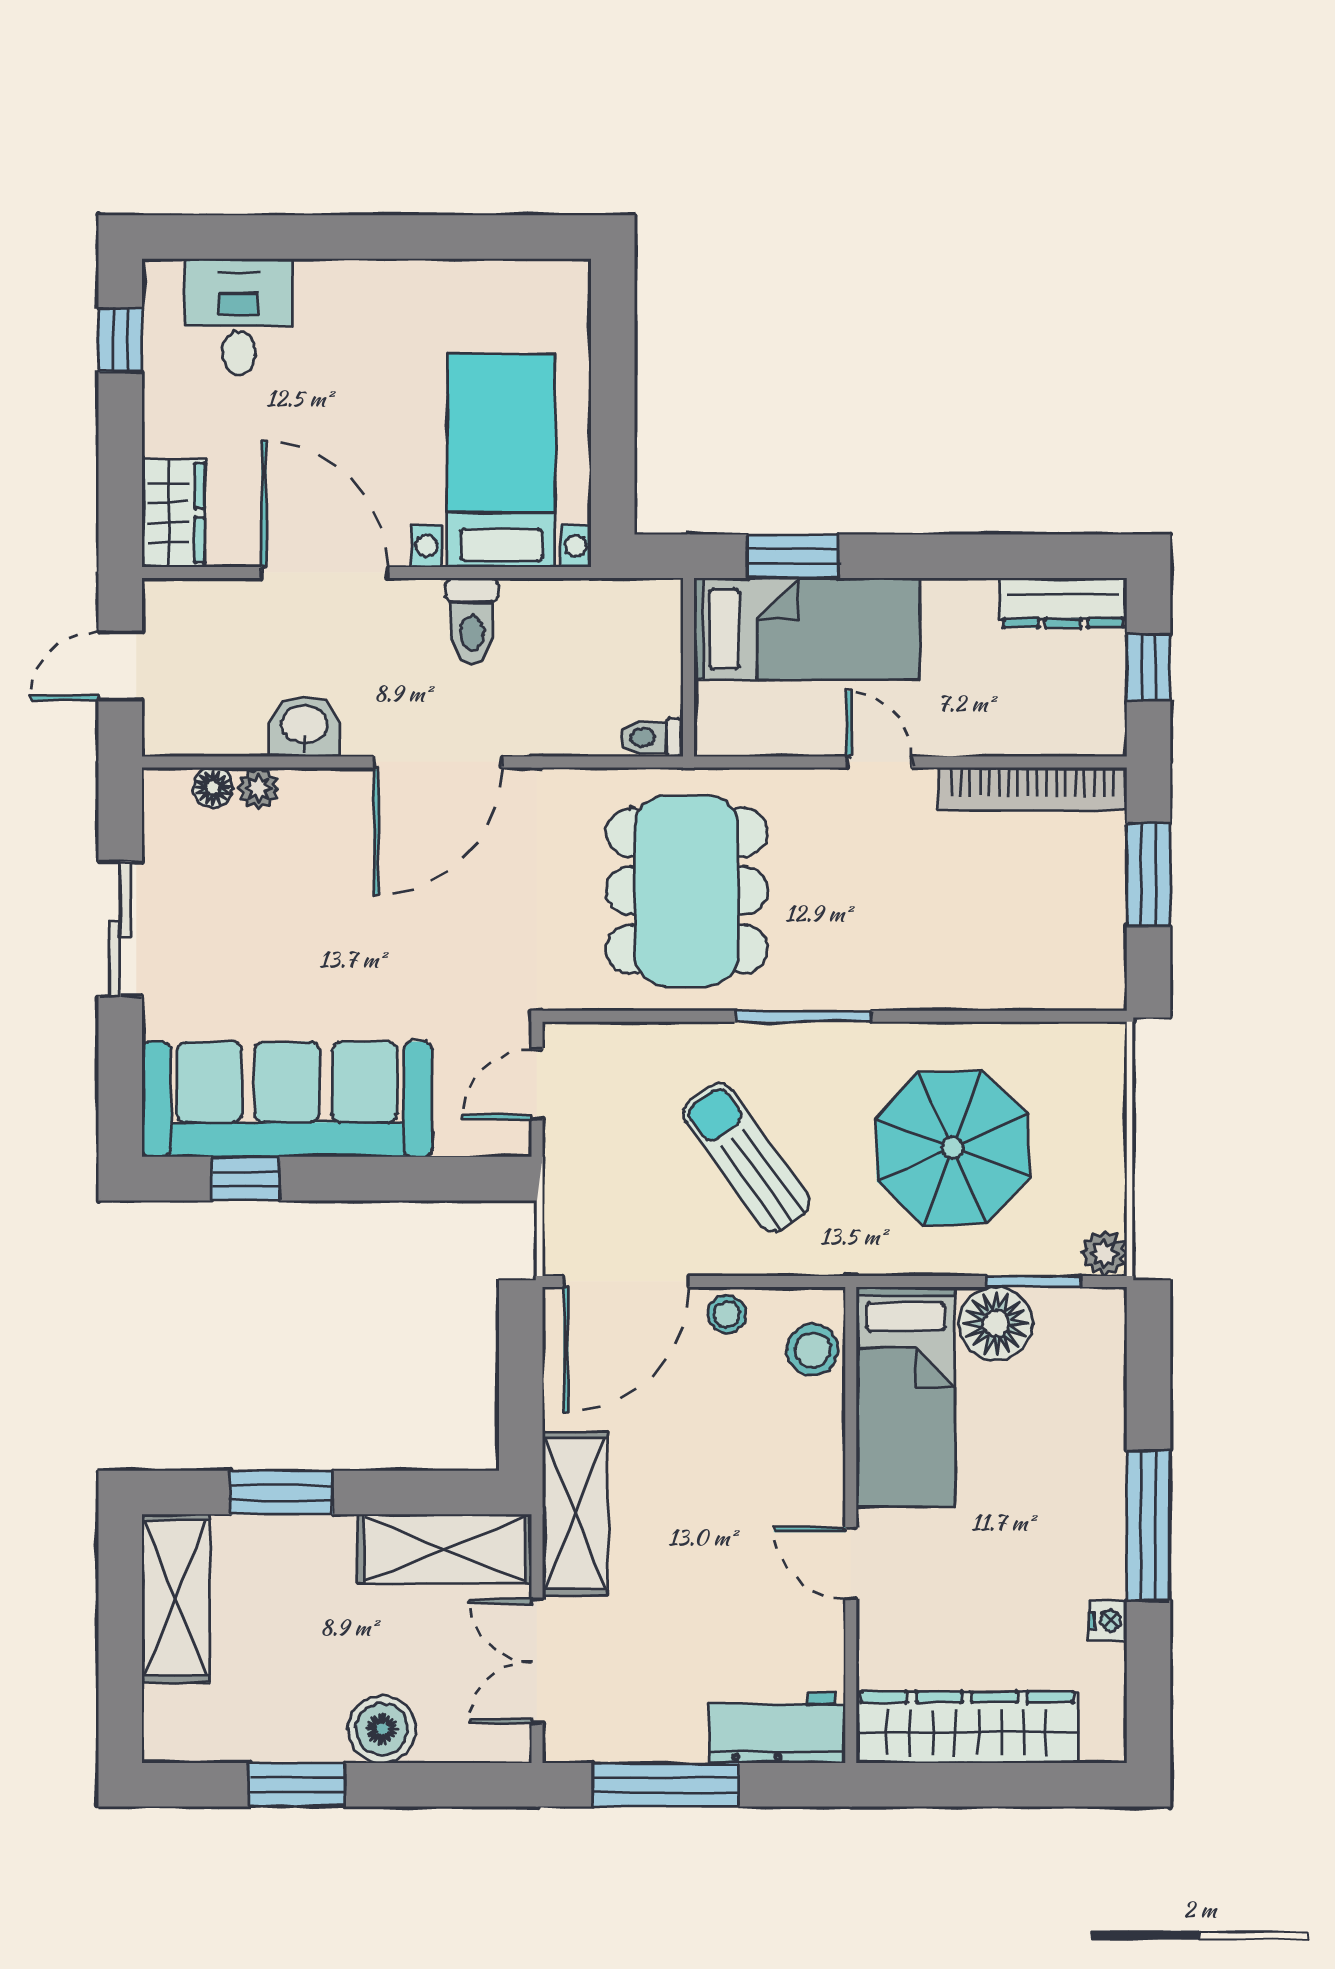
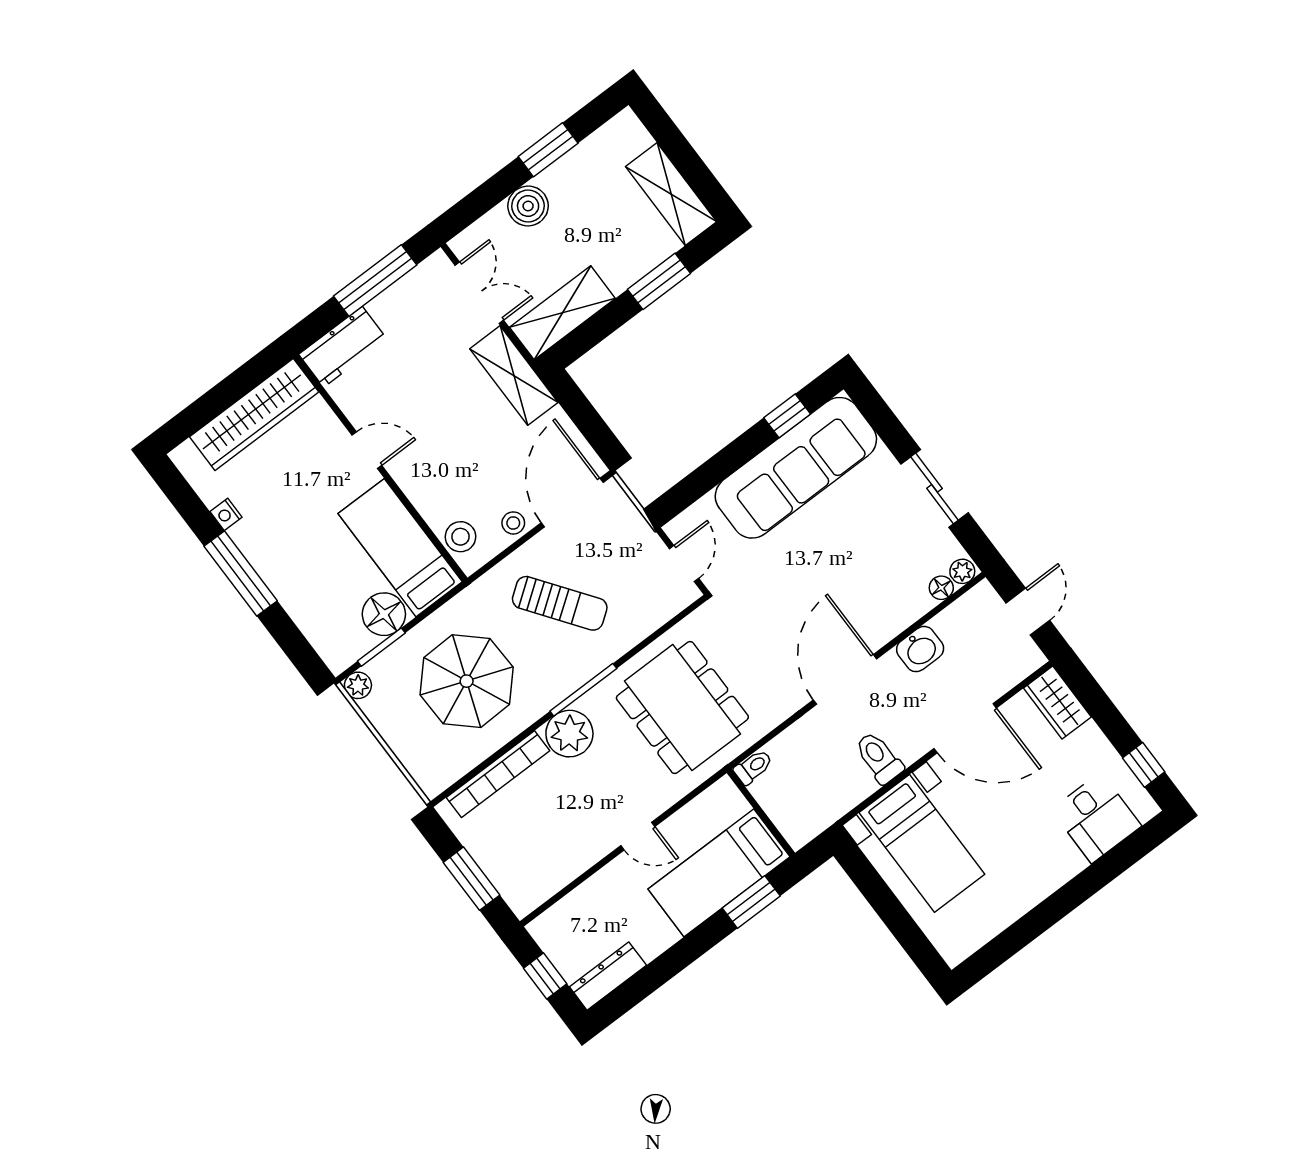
plant: (258, 788) -> (962, 571), moved
bookcase: (1032, 789) -> (498, 774), moved, turned 180
plant: (867, 971) -> (569, 734), added

